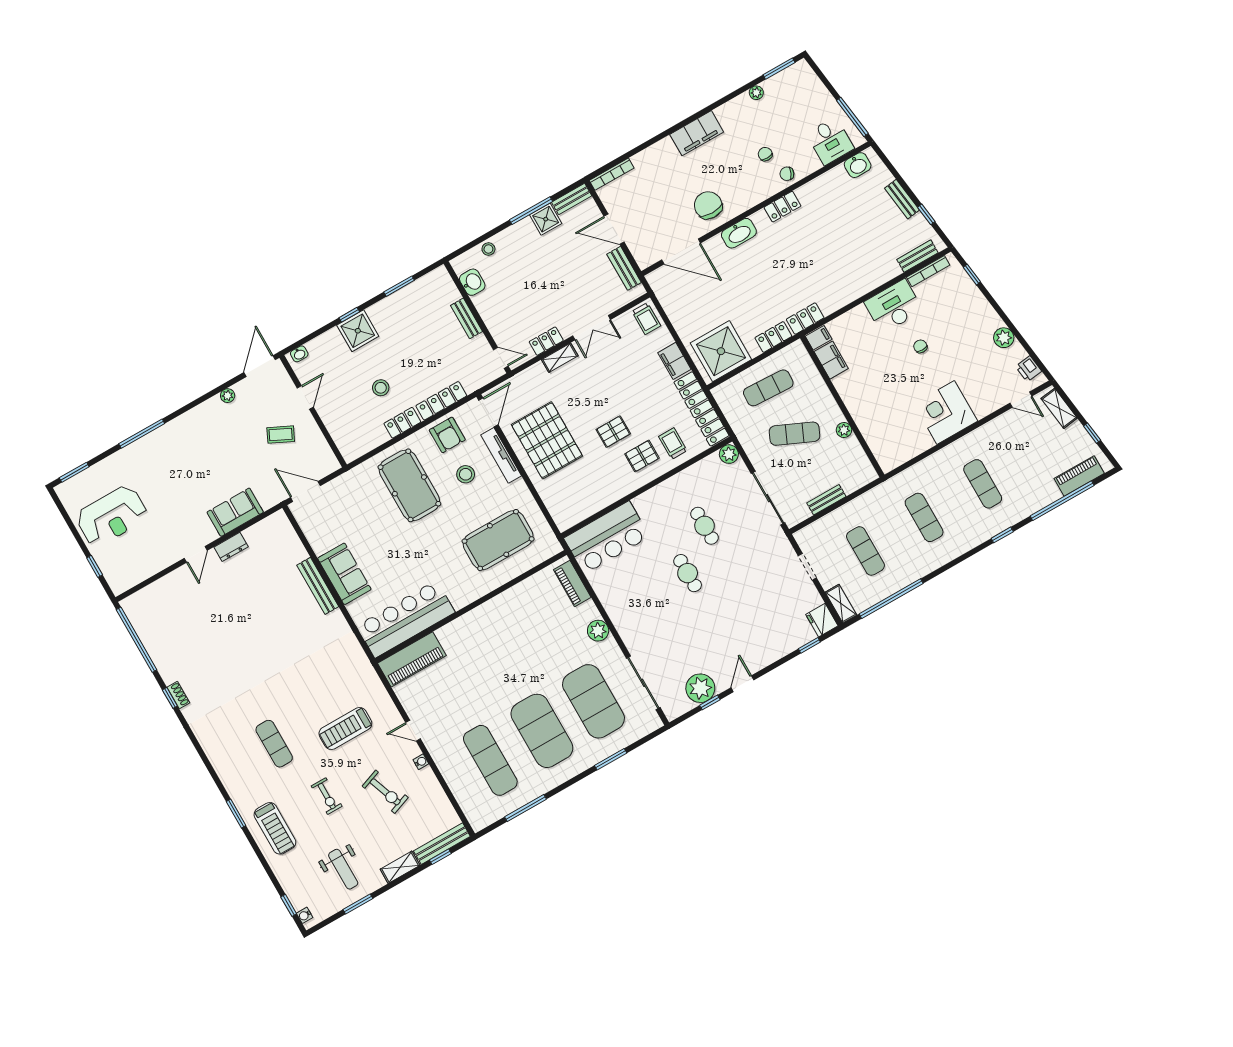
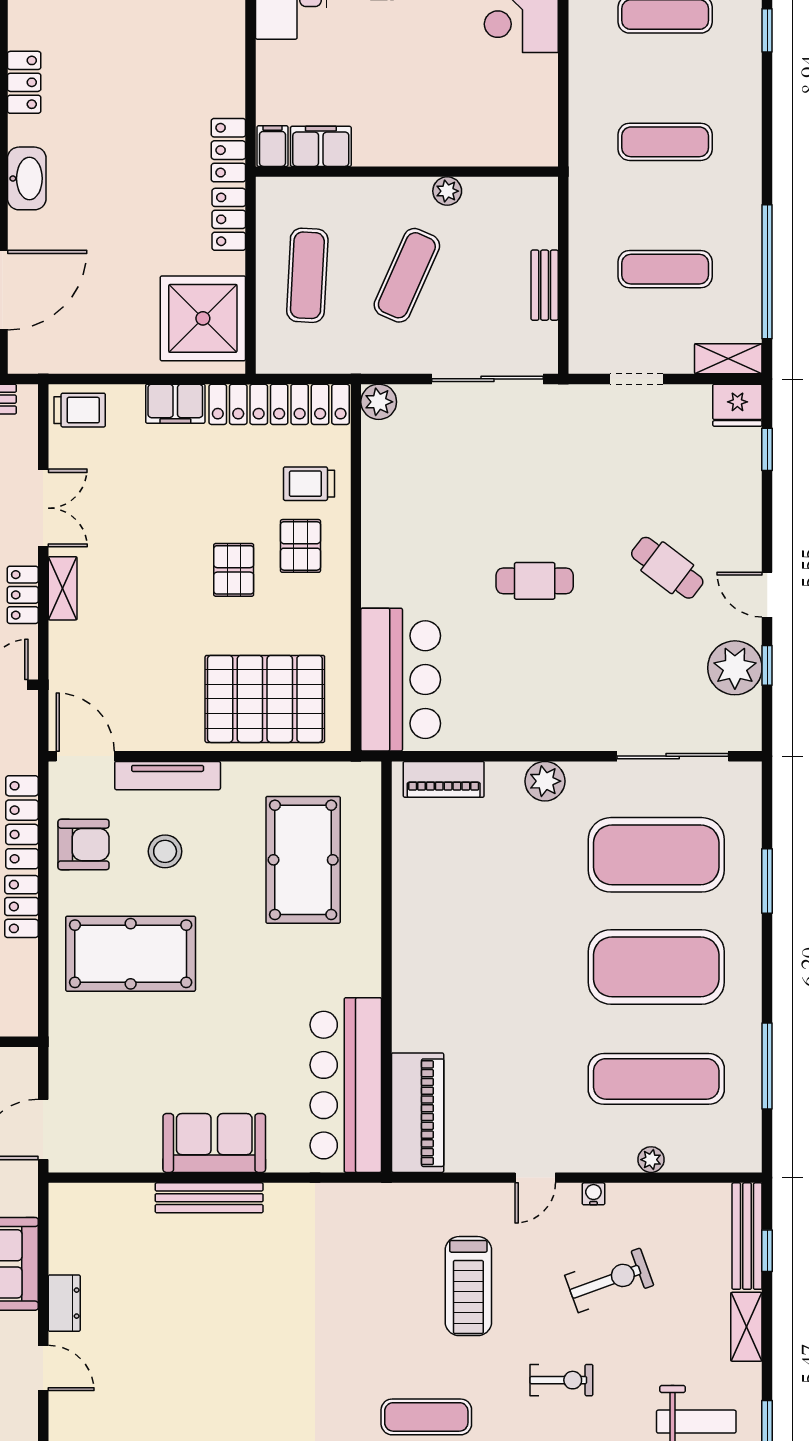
pallet: (547, 440) -> (265, 699), moved
cafe table: (705, 526) -> (667, 568), moved, turned 37
plant: (452, 779) -> (651, 1160), added

